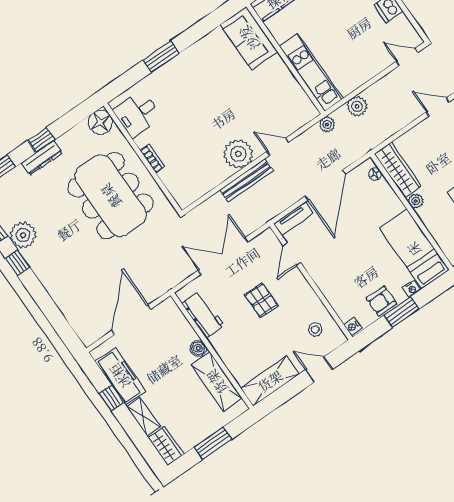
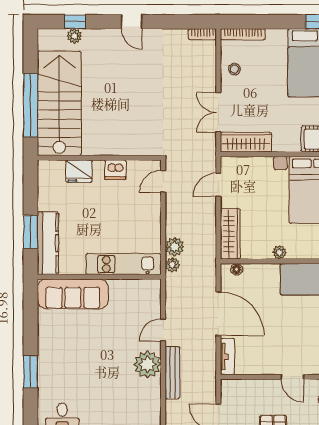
sofa: (249, 38) -> (73, 294), width x1.36
plant: (327, 125) -> (172, 265), moved
wardrobe: (398, 170) -> (230, 234), moved, turned 90
door: (292, 254) -> (292, 377), moved

